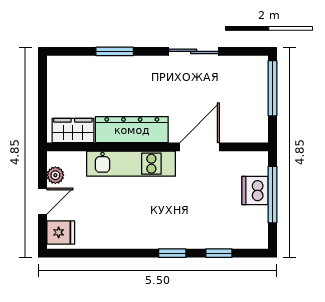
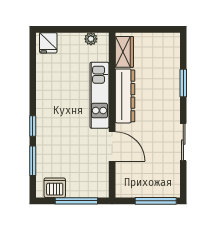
dishwasher: (255, 190) -> (55, 188), moved
door: (43, 201) -> (72, 29), removed
window: (219, 253) -> (33, 161), width x1.50

